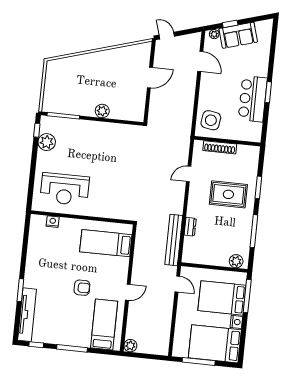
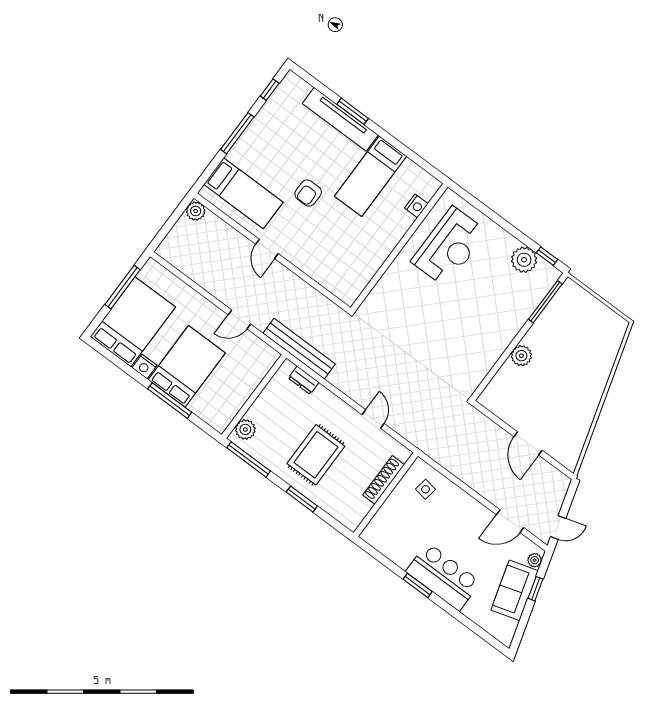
door: (167, 36) -> (558, 527), moved
bar counter: (253, 99) -> (443, 577), moved
side table: (211, 120) -> (426, 489), width x0.54, depth x0.54
reception desk: (65, 189) -> (449, 247), turned 180
bed: (106, 243) -> (371, 176), moved, turned 180
plant: (236, 261) -> (245, 429), moved
wall: (214, 268) -> (254, 396), moved
tv unit: (27, 315) -> (340, 119), moved

